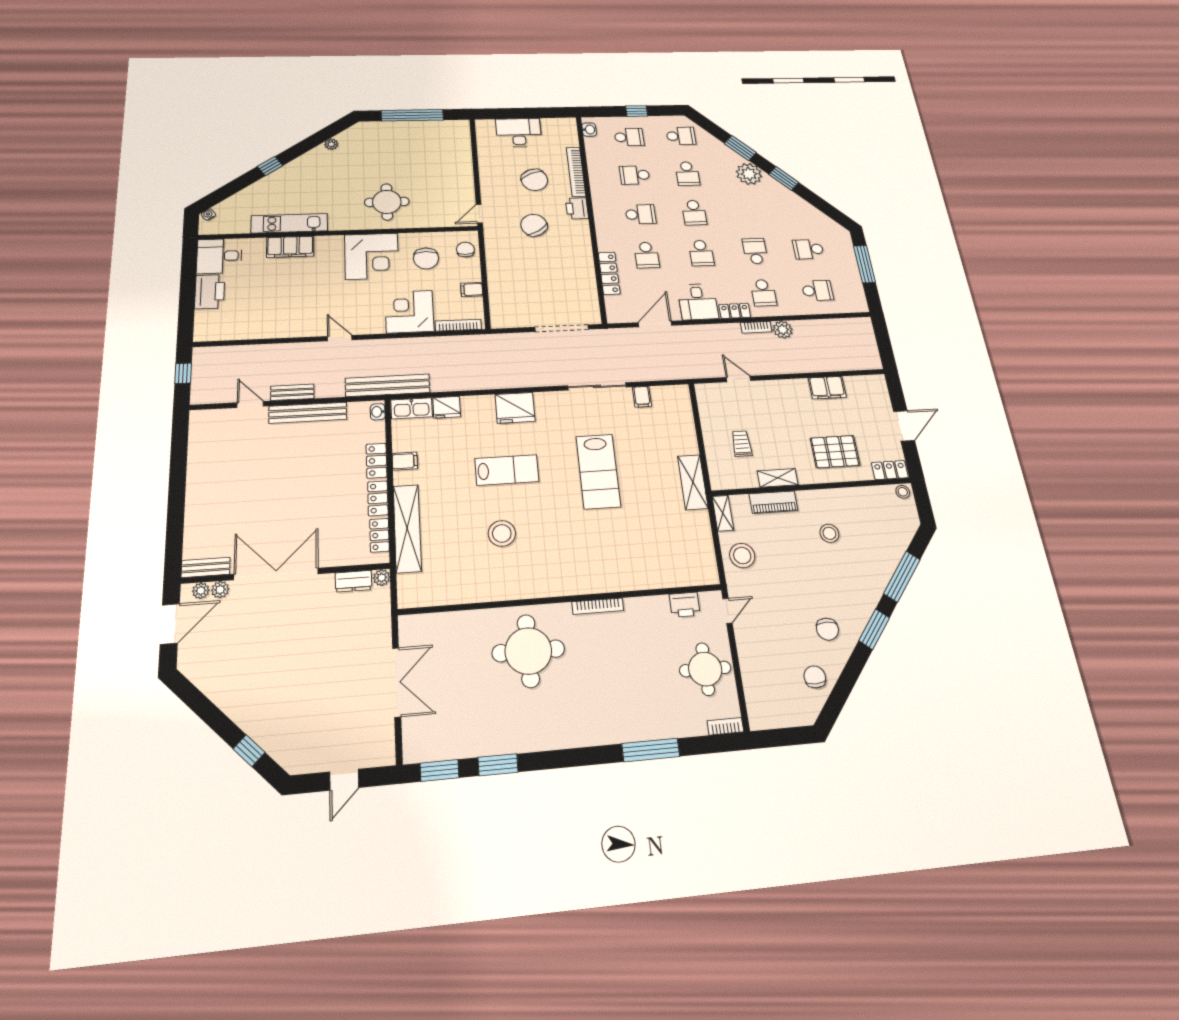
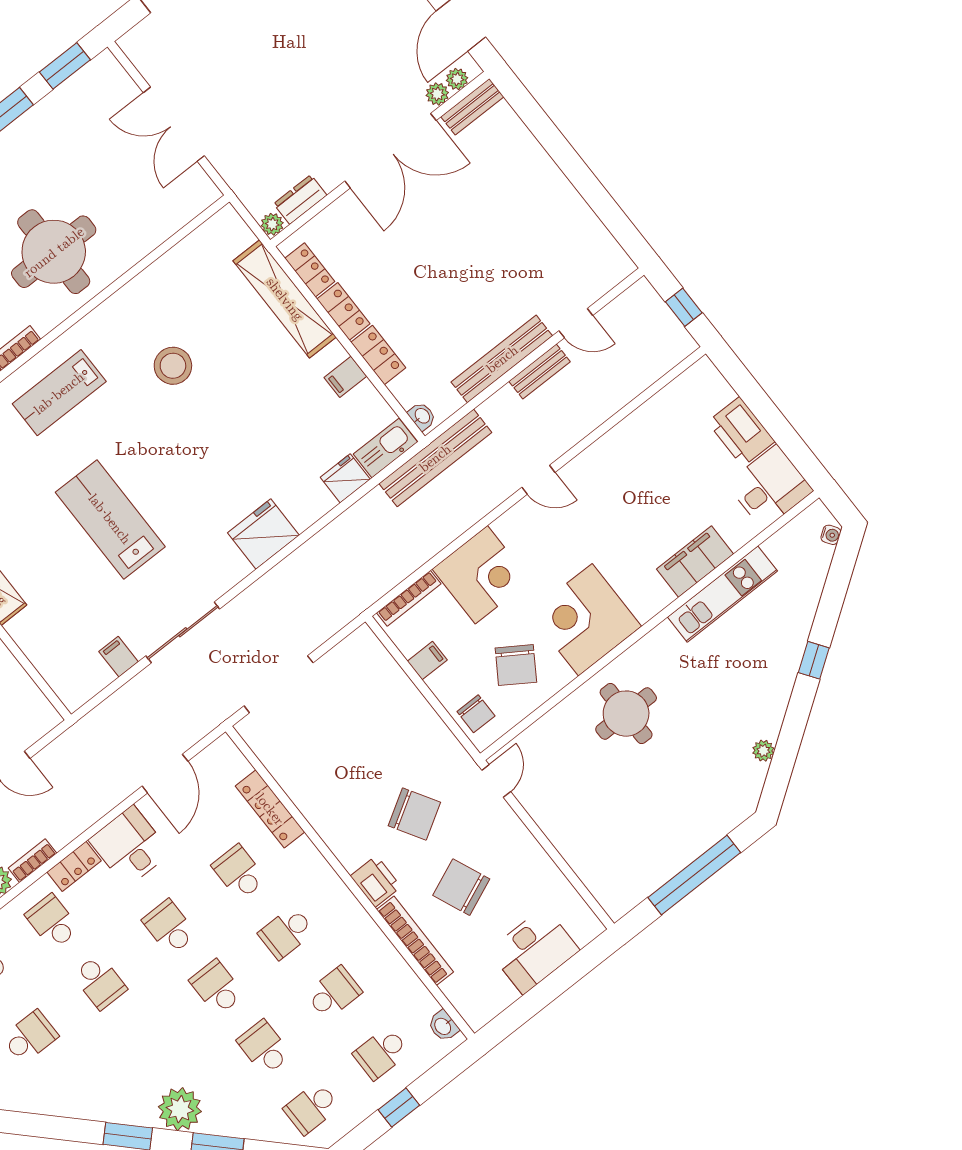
chair: (426, 258) -> (516, 665), turned -147
lab bench: (507, 470) -> (59, 393), moved

